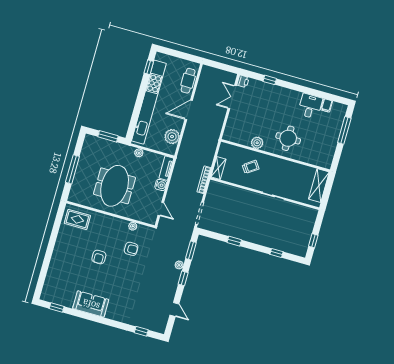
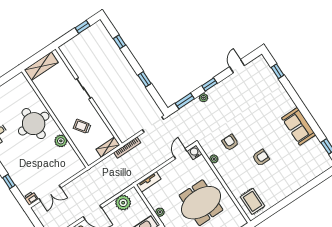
round table: (288, 138) -> (34, 124), width x1.36, depth x1.36
water cooler: (161, 185) -> (195, 152), moved

